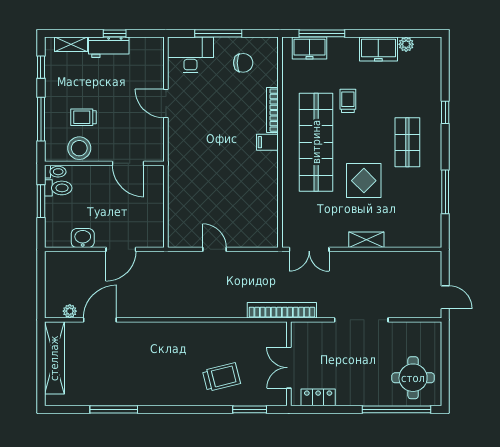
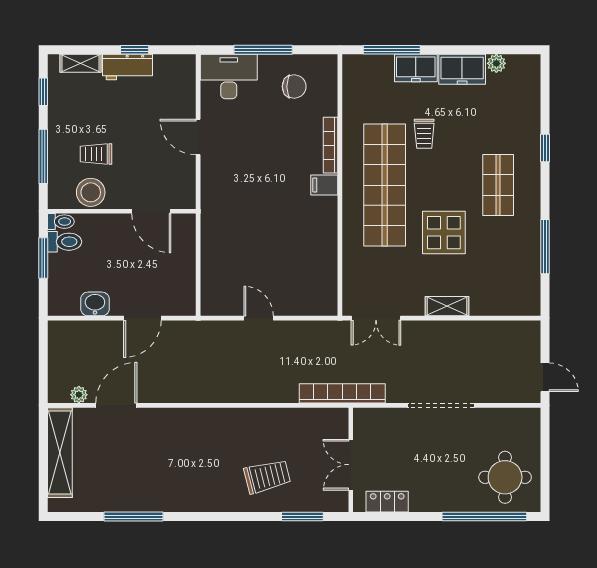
freezer: (310, 48) -> (416, 68), moved
trolley: (348, 101) -> (424, 134), turned 180

